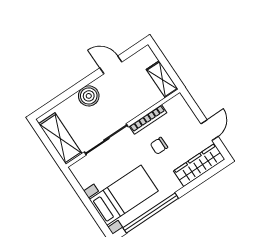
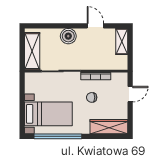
shelving: (162, 79) -> (122, 41), moved
door: (209, 130) -> (130, 94), moved

